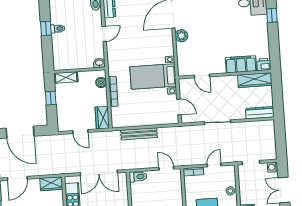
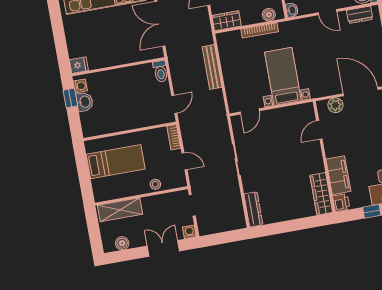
filing cabinet: (241, 64) -> (338, 175), moved
printer: (264, 64) -> (341, 203), moved
wall: (225, 74) -> (324, 157), moved
door: (202, 76) -> (319, 130), moved
wardrobe: (255, 80) -> (321, 194), moved

